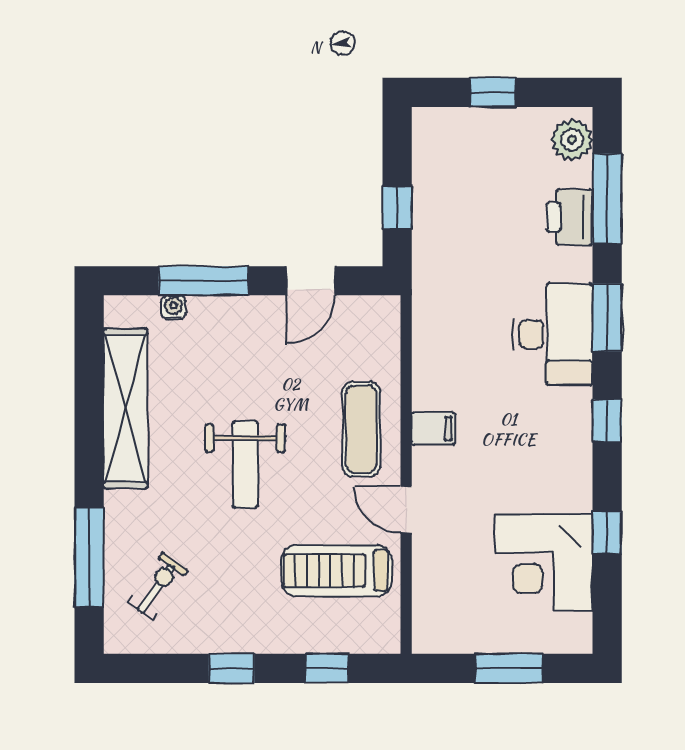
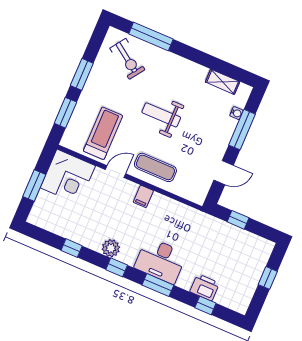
plant: (572, 140) -> (111, 248), moved
window: (607, 199) -> (205, 305), width x0.46
door: (311, 281) -> (224, 173), swing flipped
shelving: (125, 409) -> (223, 82), width x0.45, depth x0.75
corner desk: (544, 562) -> (68, 177), moved, turned 180
exercise bike: (158, 586) -> (127, 59), width x1.38, depth x1.39
window: (232, 668) -> (82, 74), width x1.50
window: (327, 668) -> (65, 113), width x1.50

